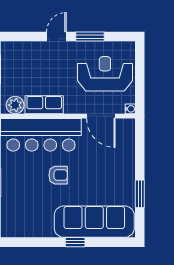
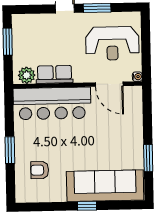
reception desk: (105, 74) -> (112, 43), turned 180
armchair: (58, 175) -> (40, 170), moved, turned 180

